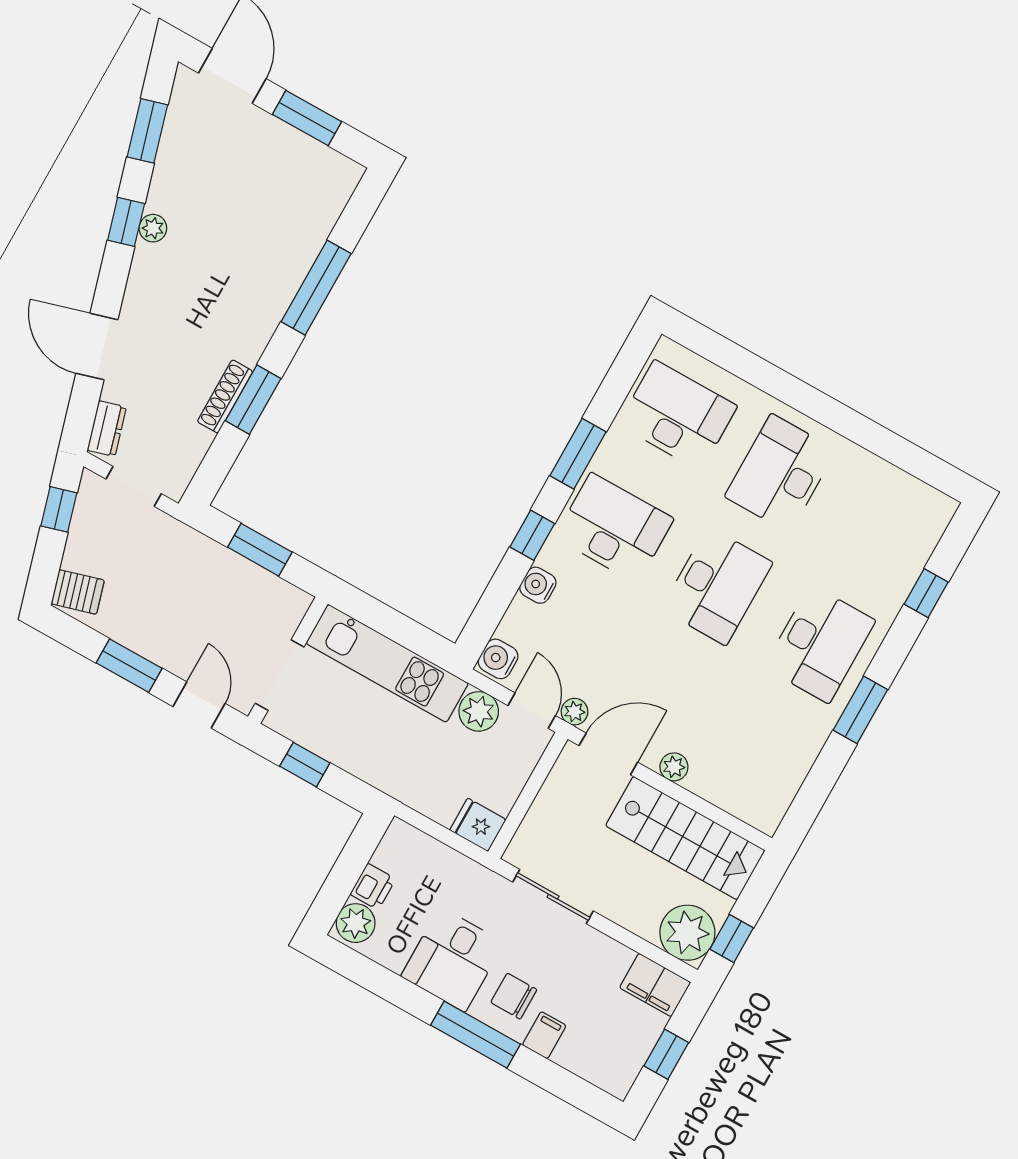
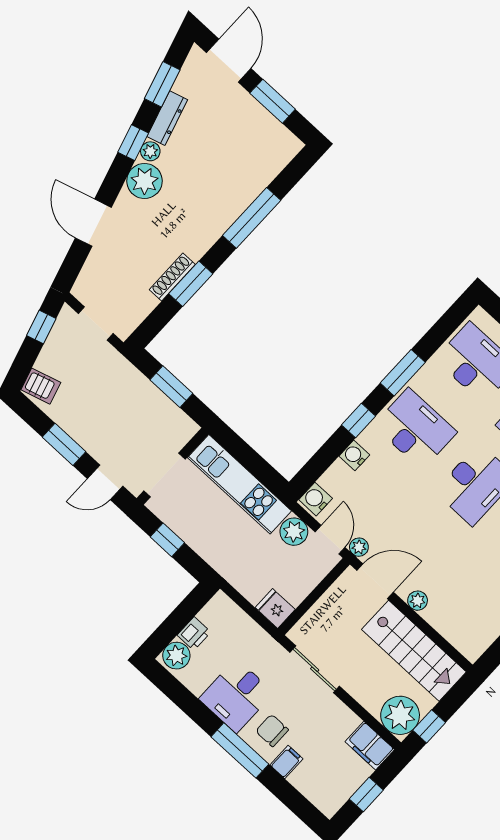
plant: (155, 272) -> (144, 181), added
dresser: (107, 429) -> (167, 118), moved, width x1.44
door: (199, 705) -> (105, 482), swing flipped

